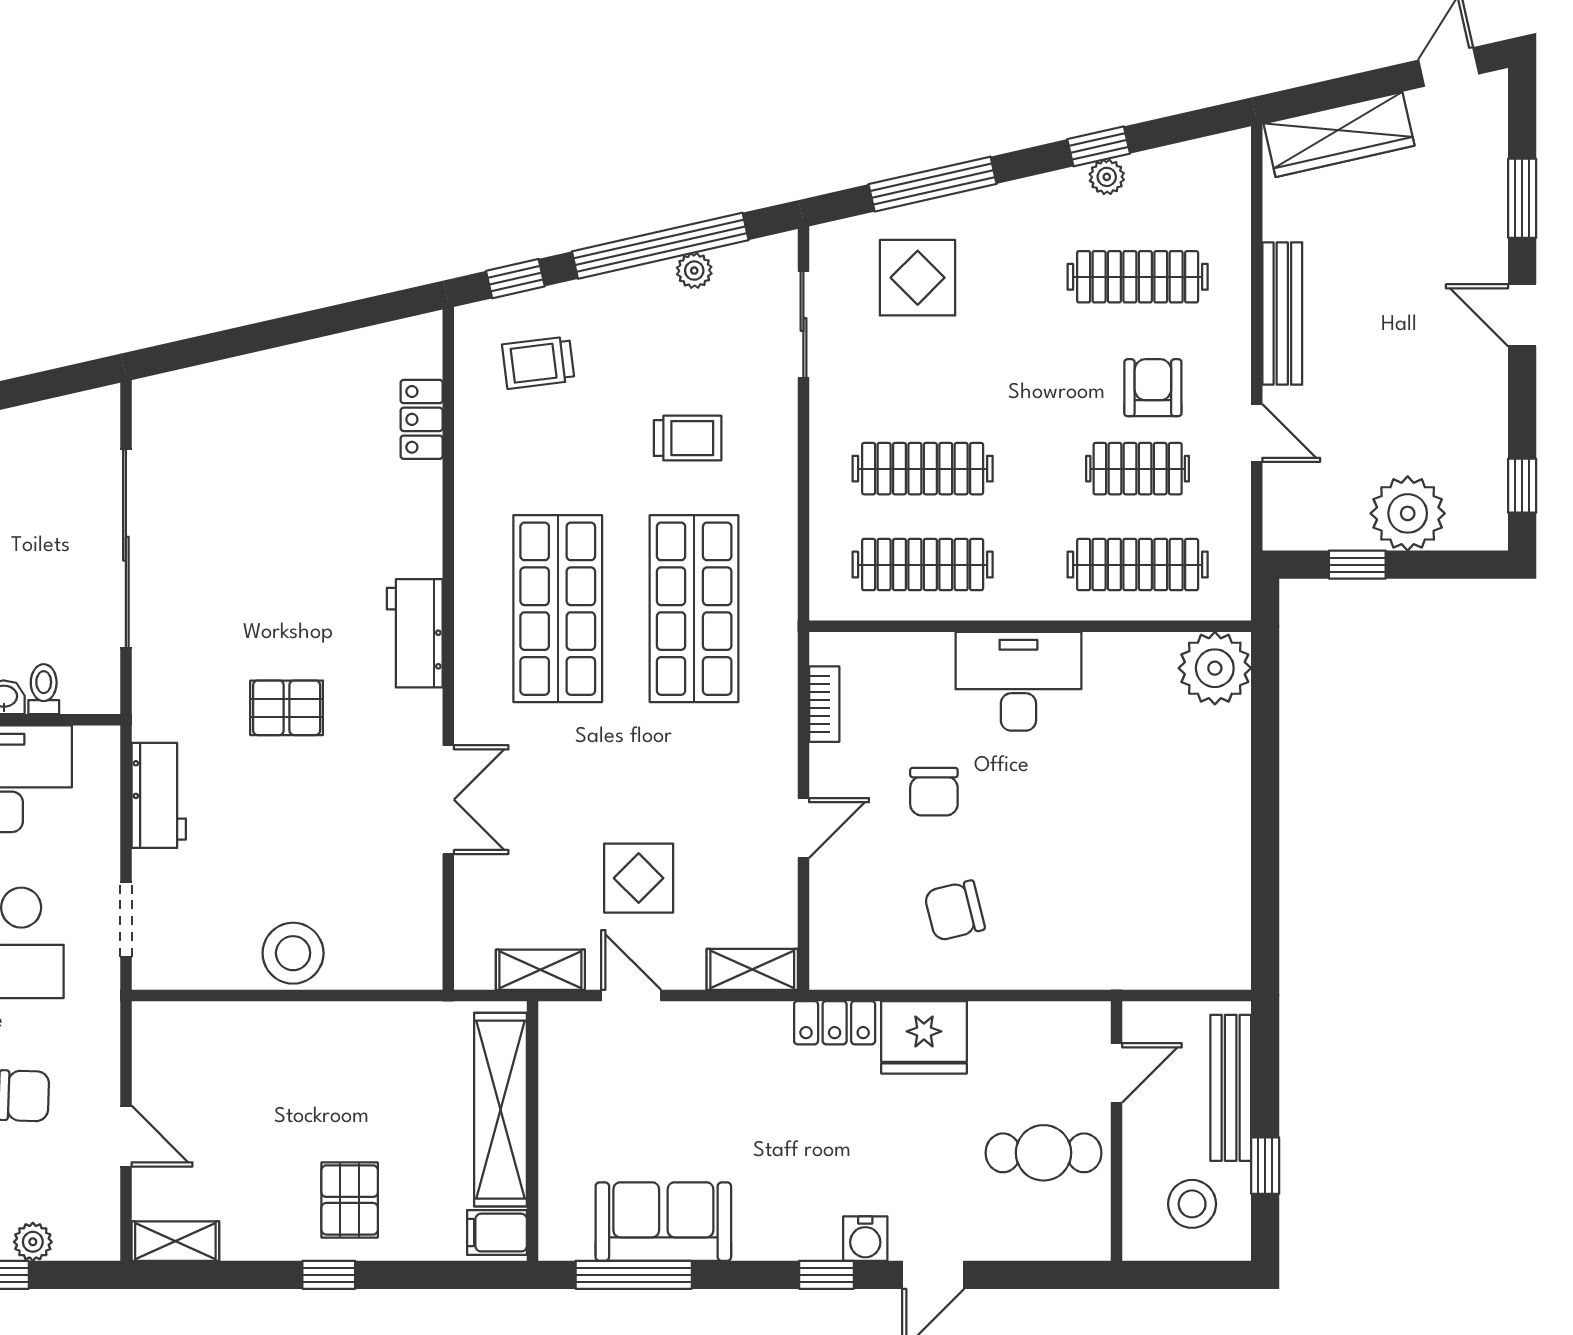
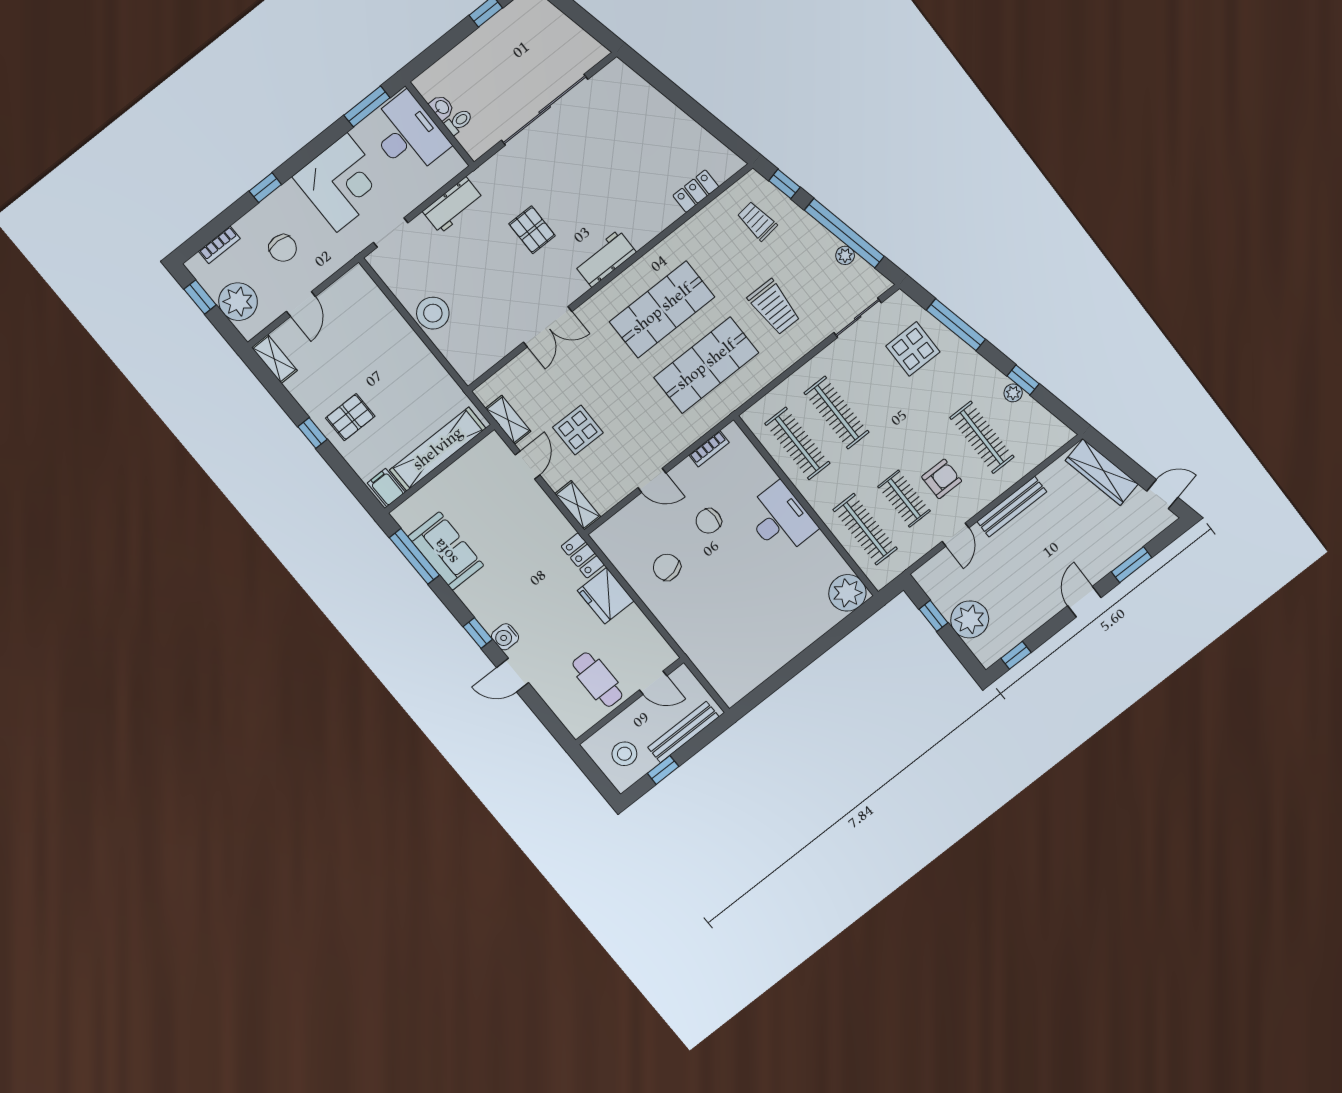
trolley: (688, 438) -> (774, 307), width x1.36, depth x1.39
plant: (33, 1242) -> (238, 302), width x1.87, depth x1.87

